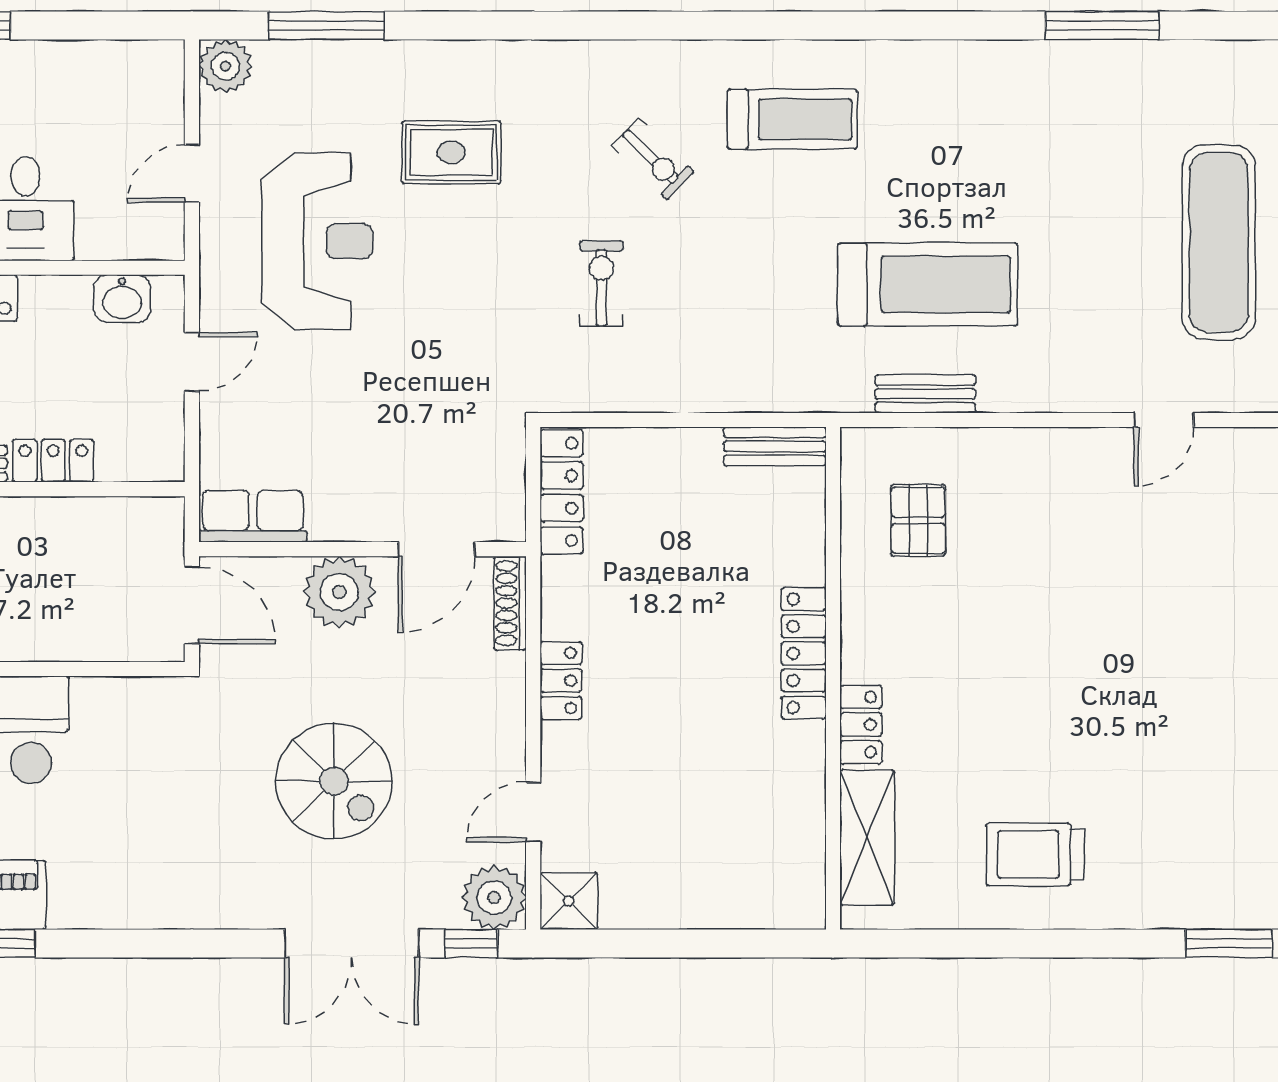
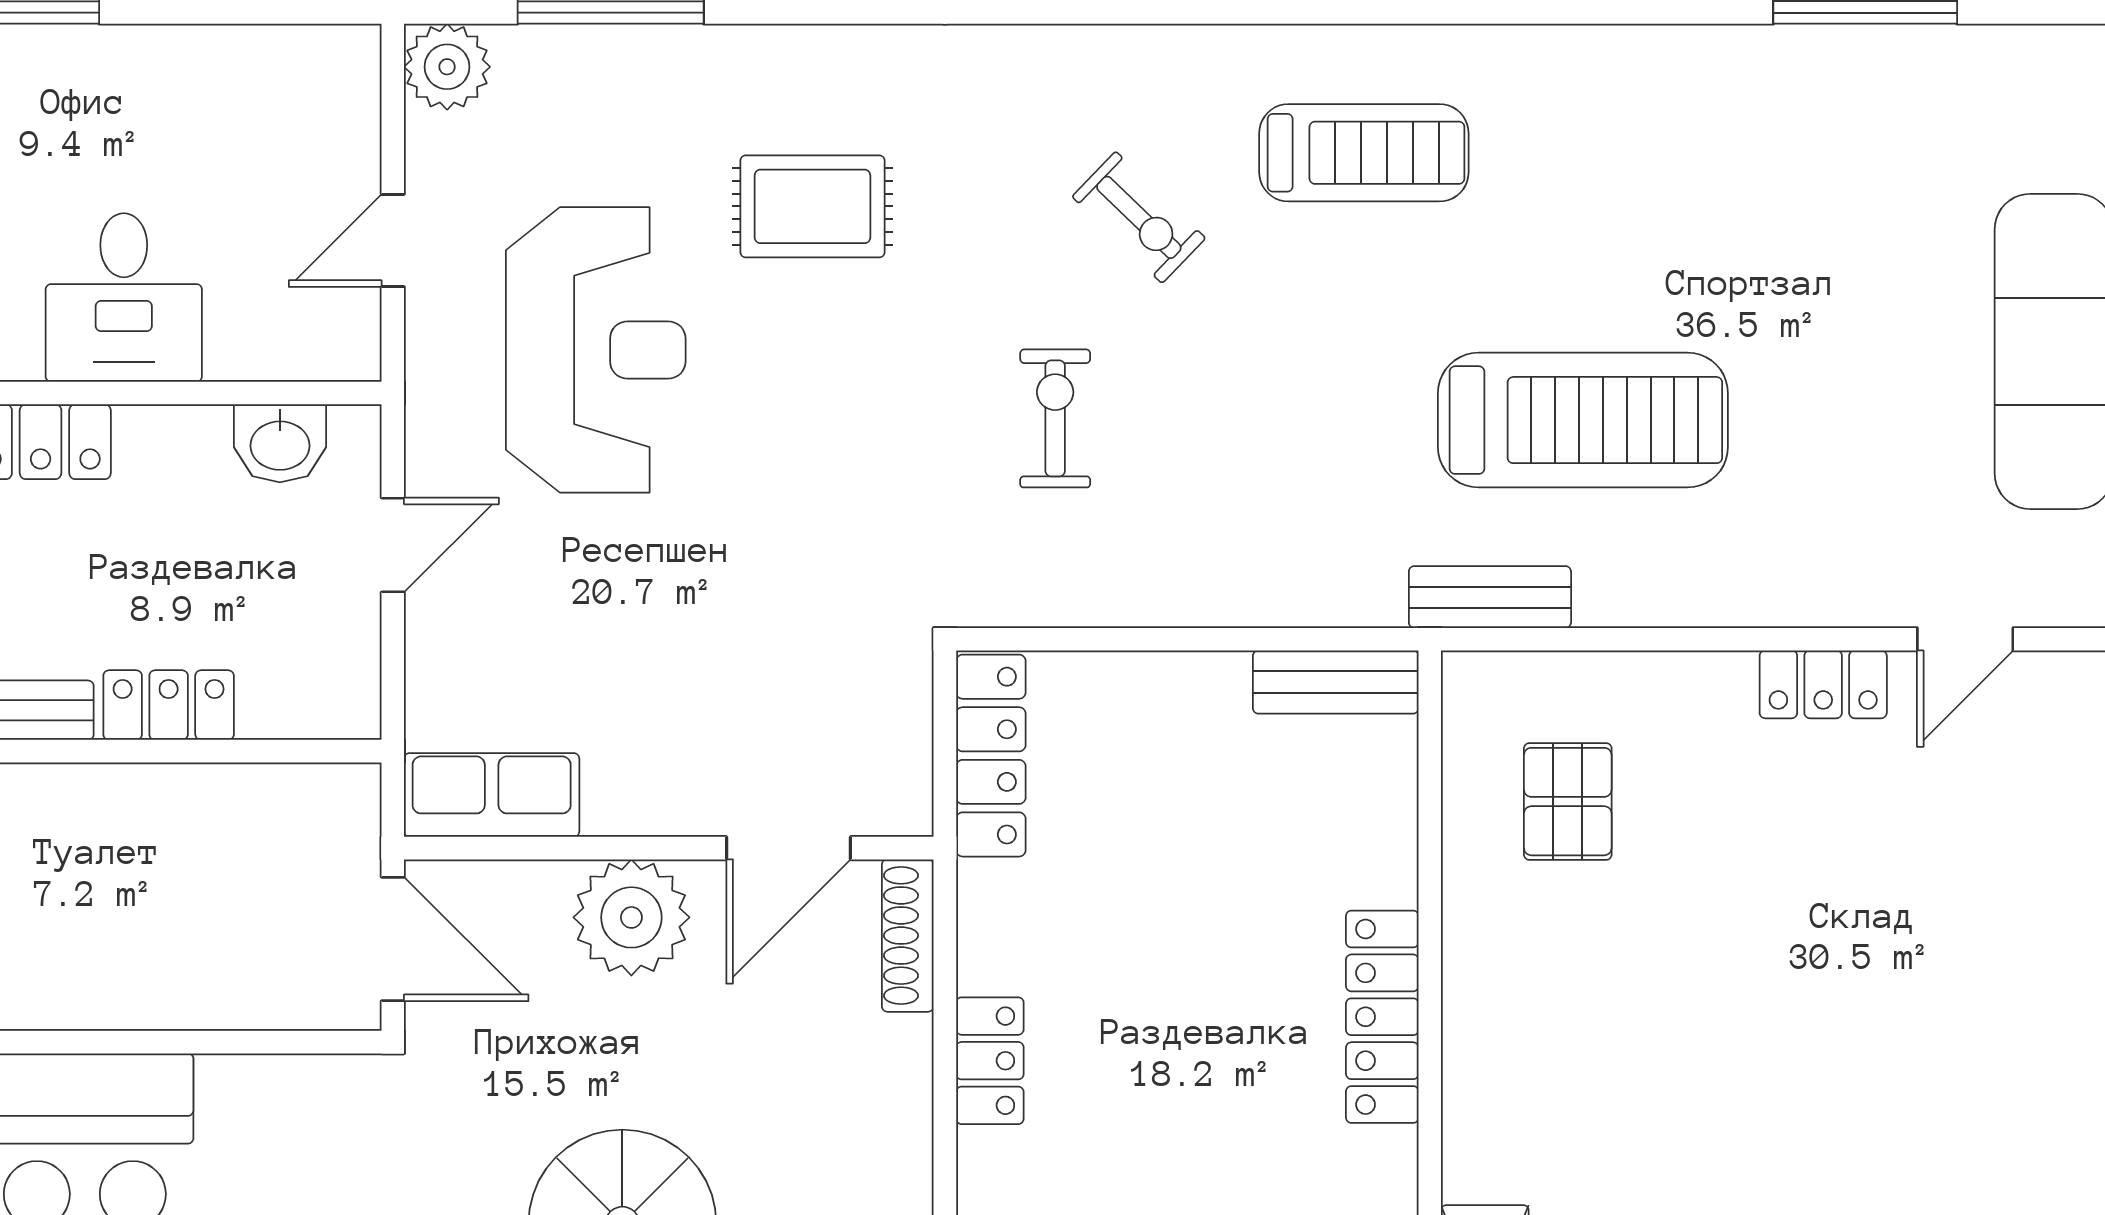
bench: (925, 394) -> (1490, 597), moved
locker: (861, 725) -> (1823, 684), moved, turned 90

